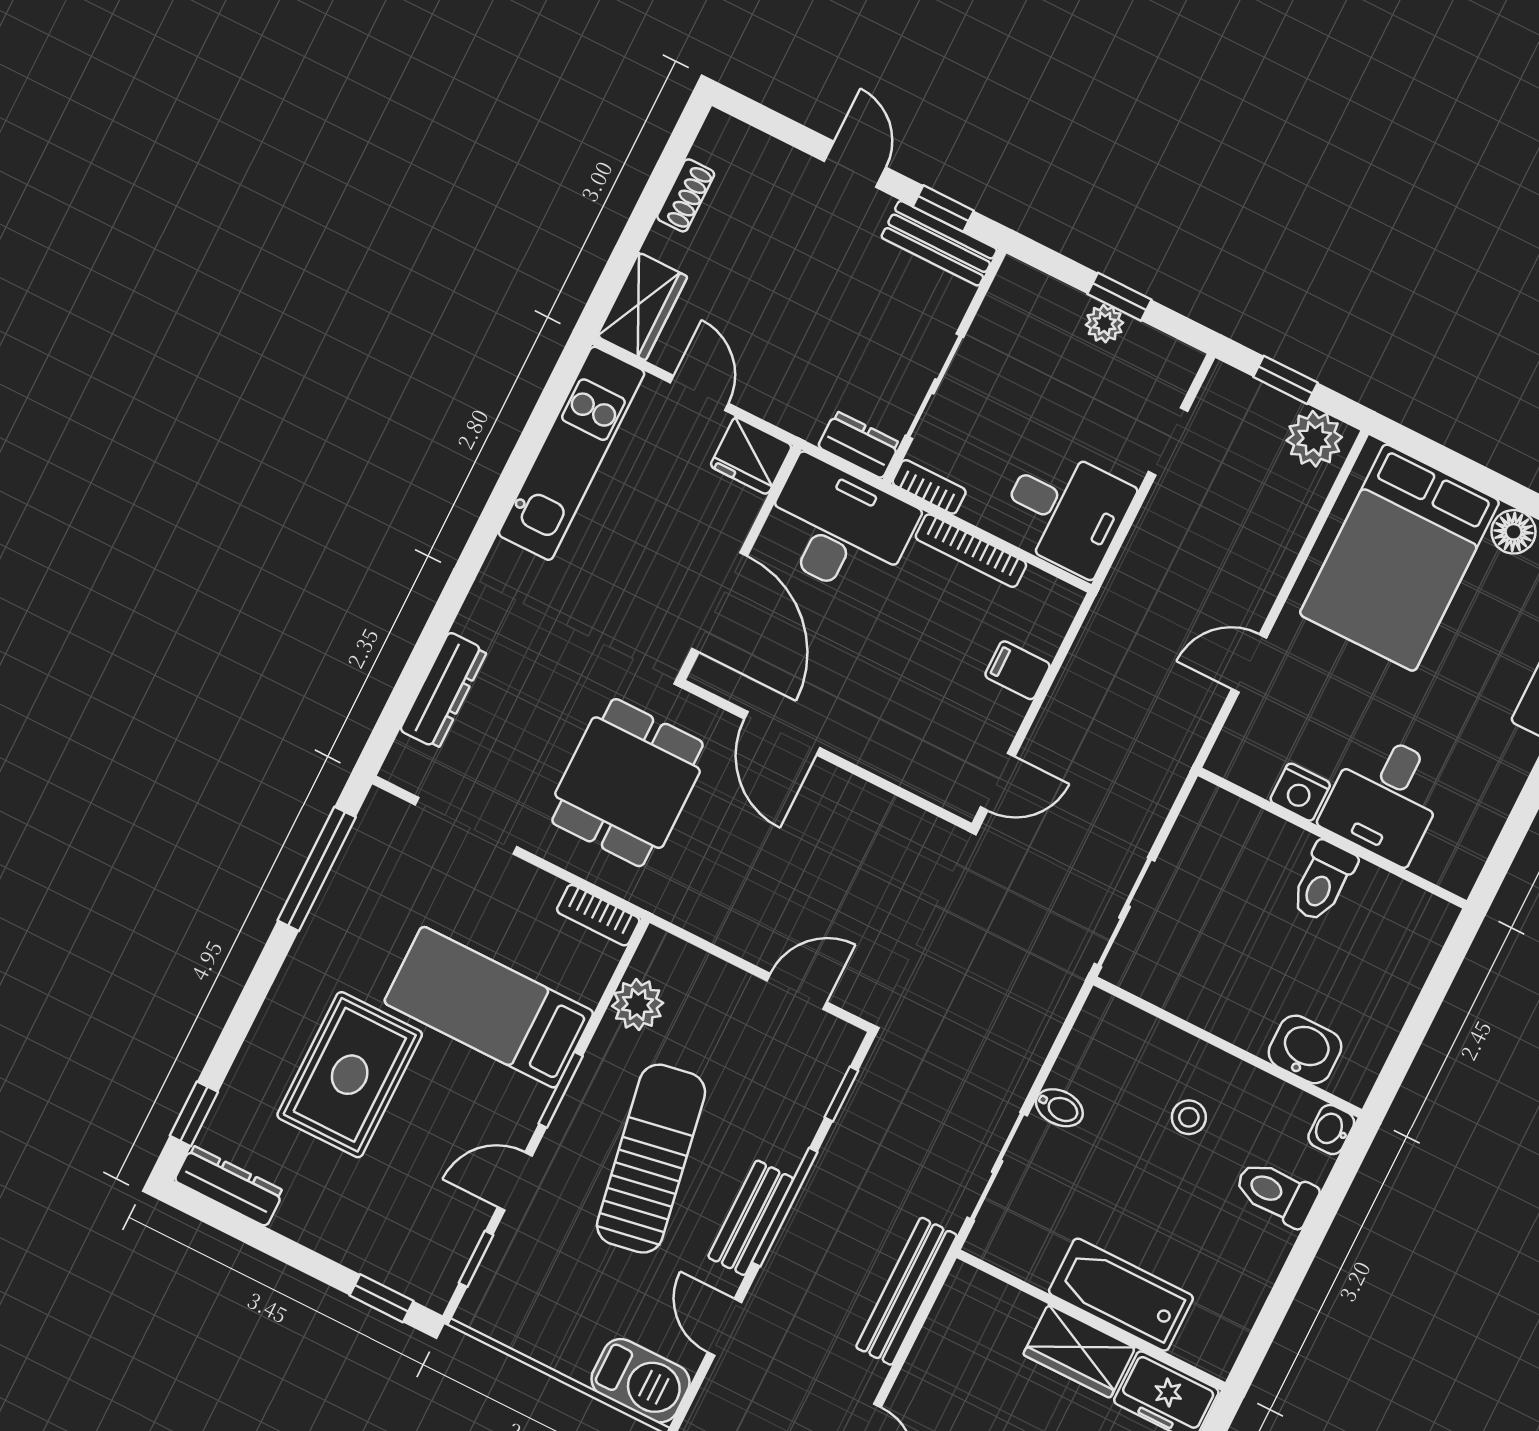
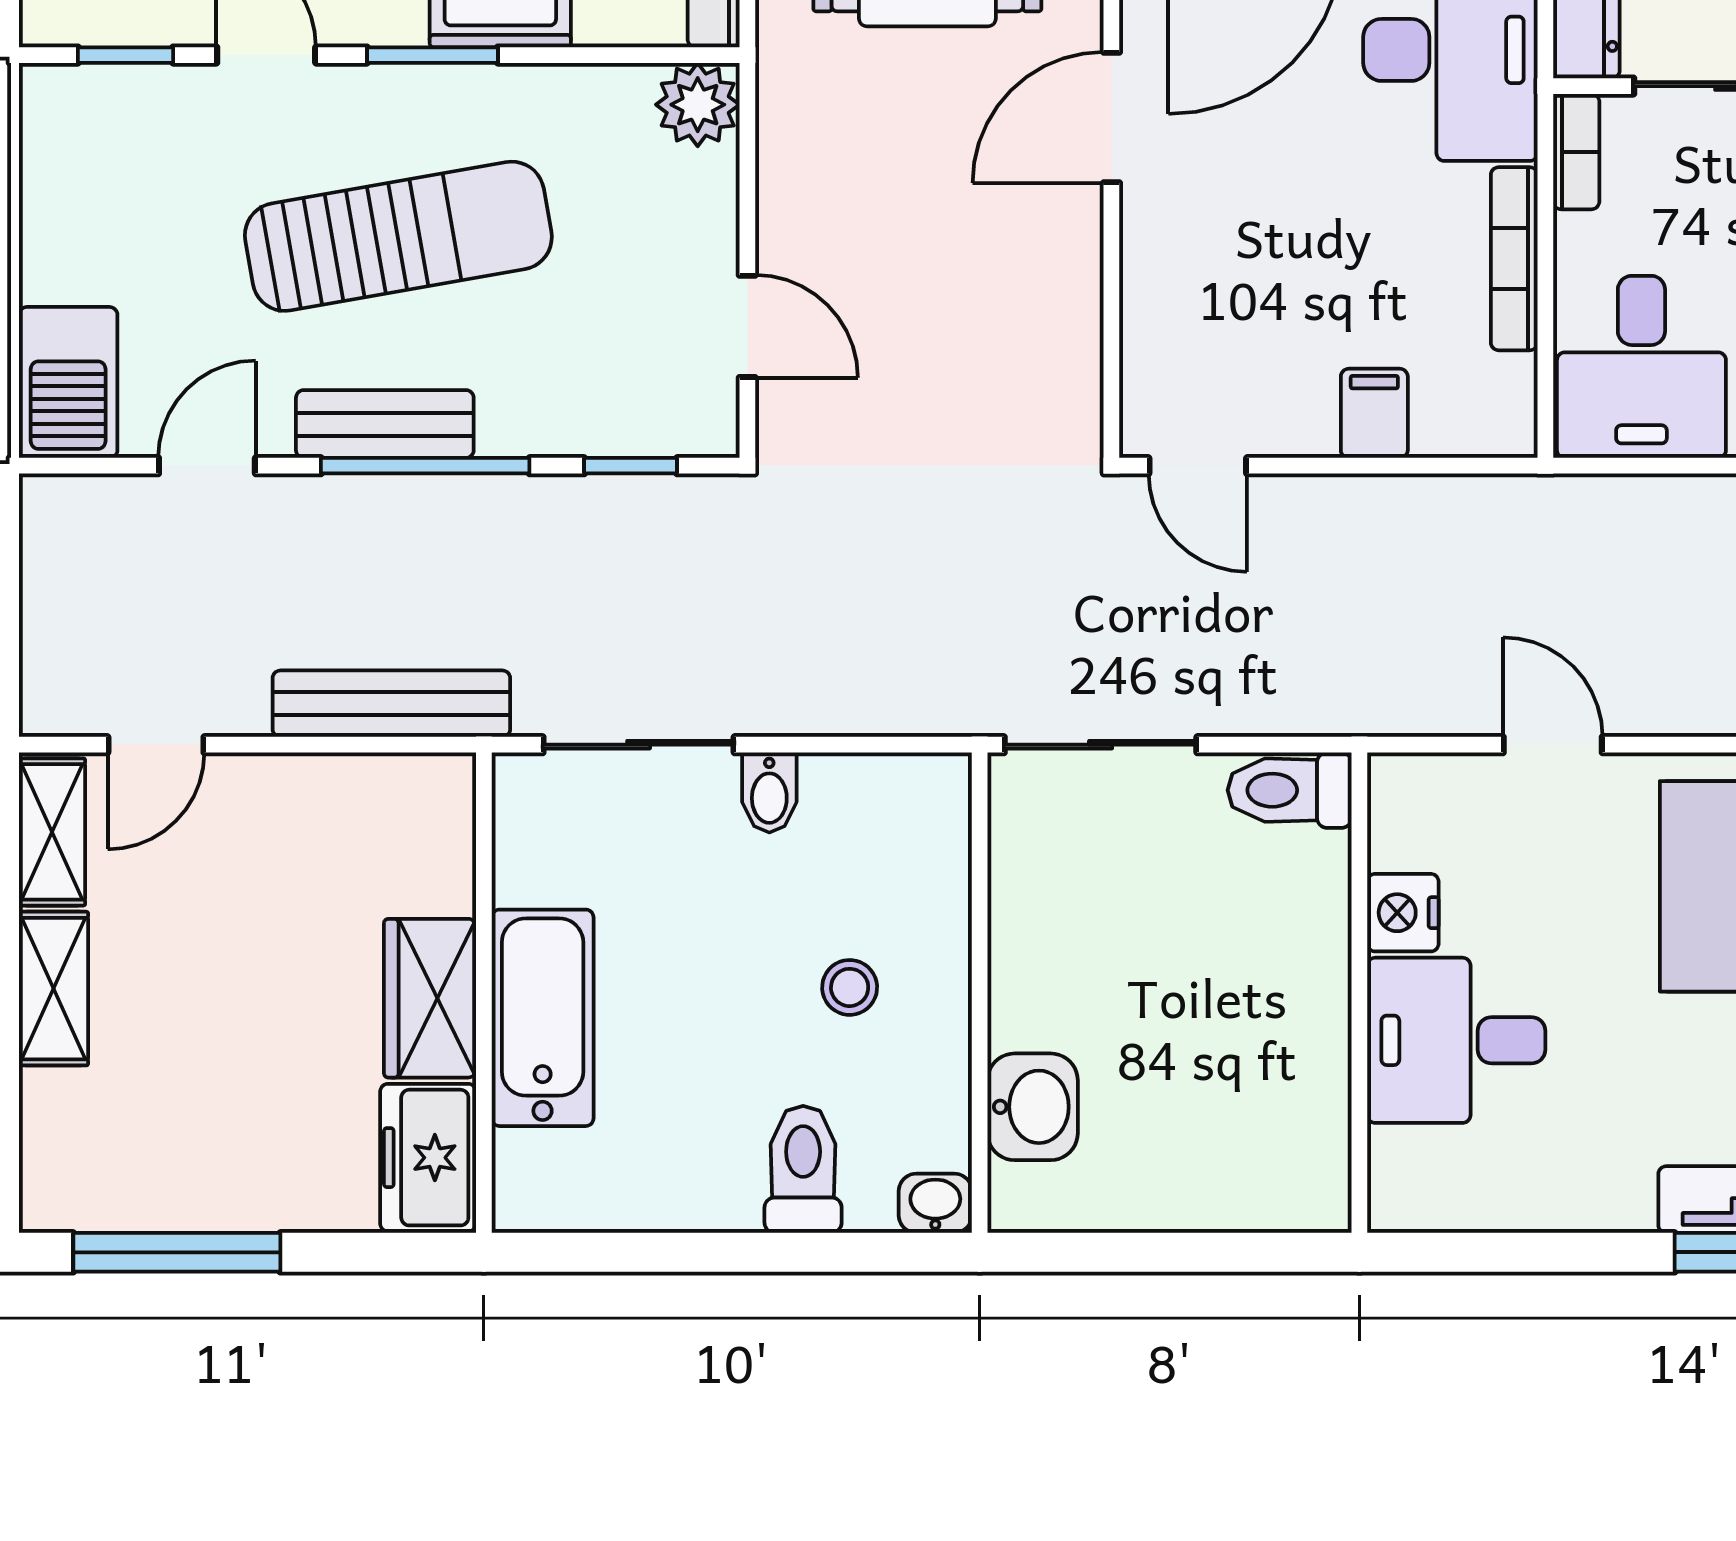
toilet: (1323, 881) -> (1290, 790), moved
plant: (638, 1004) -> (698, 105), moved

